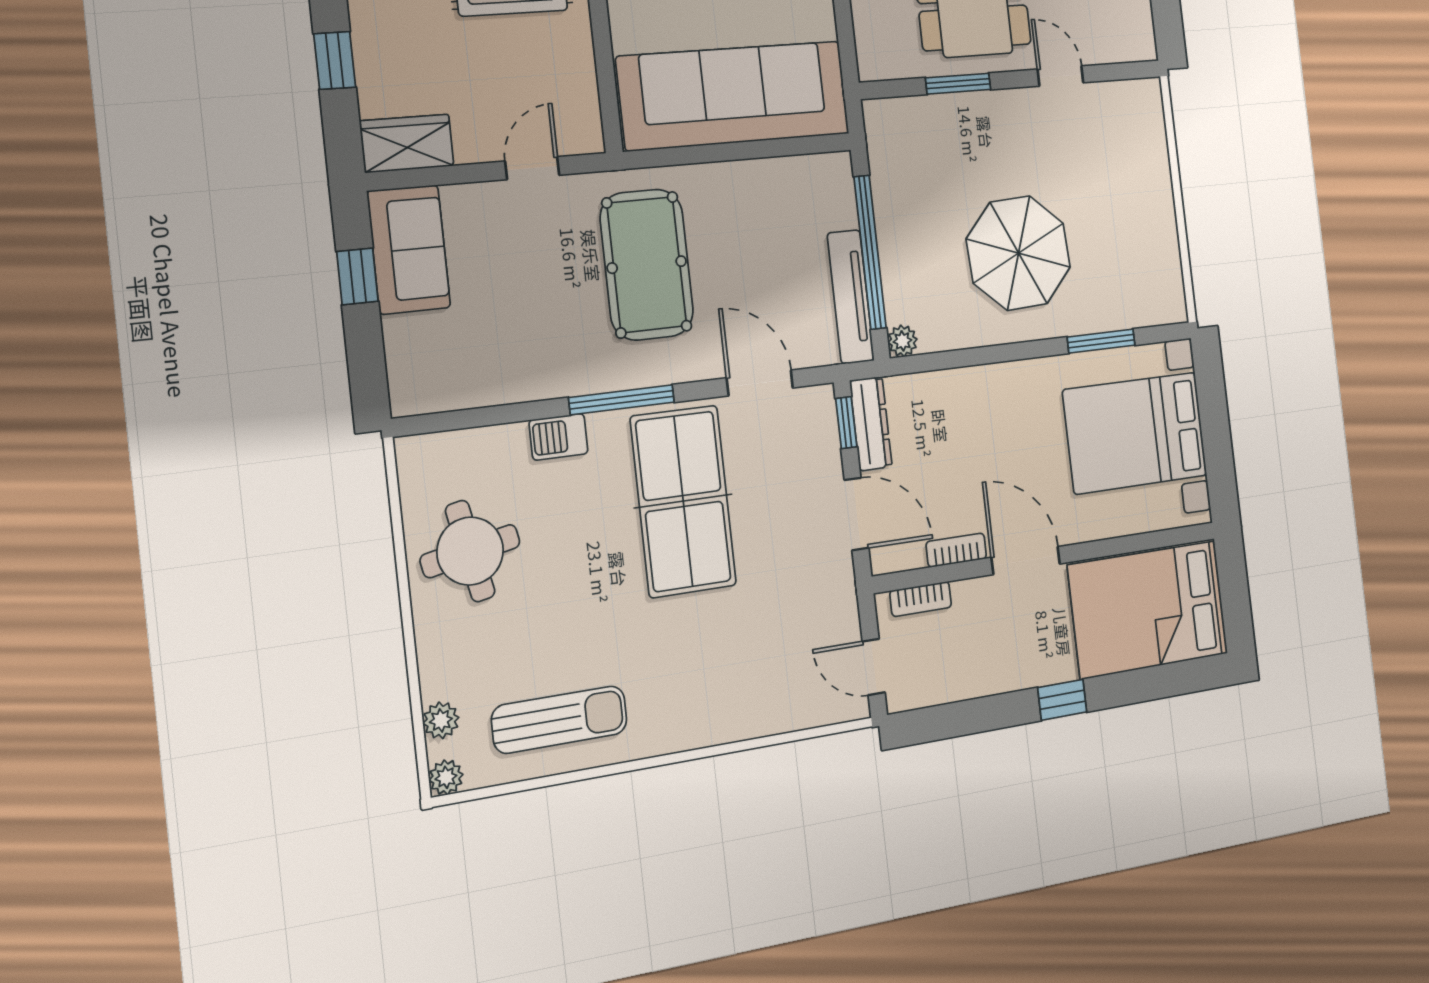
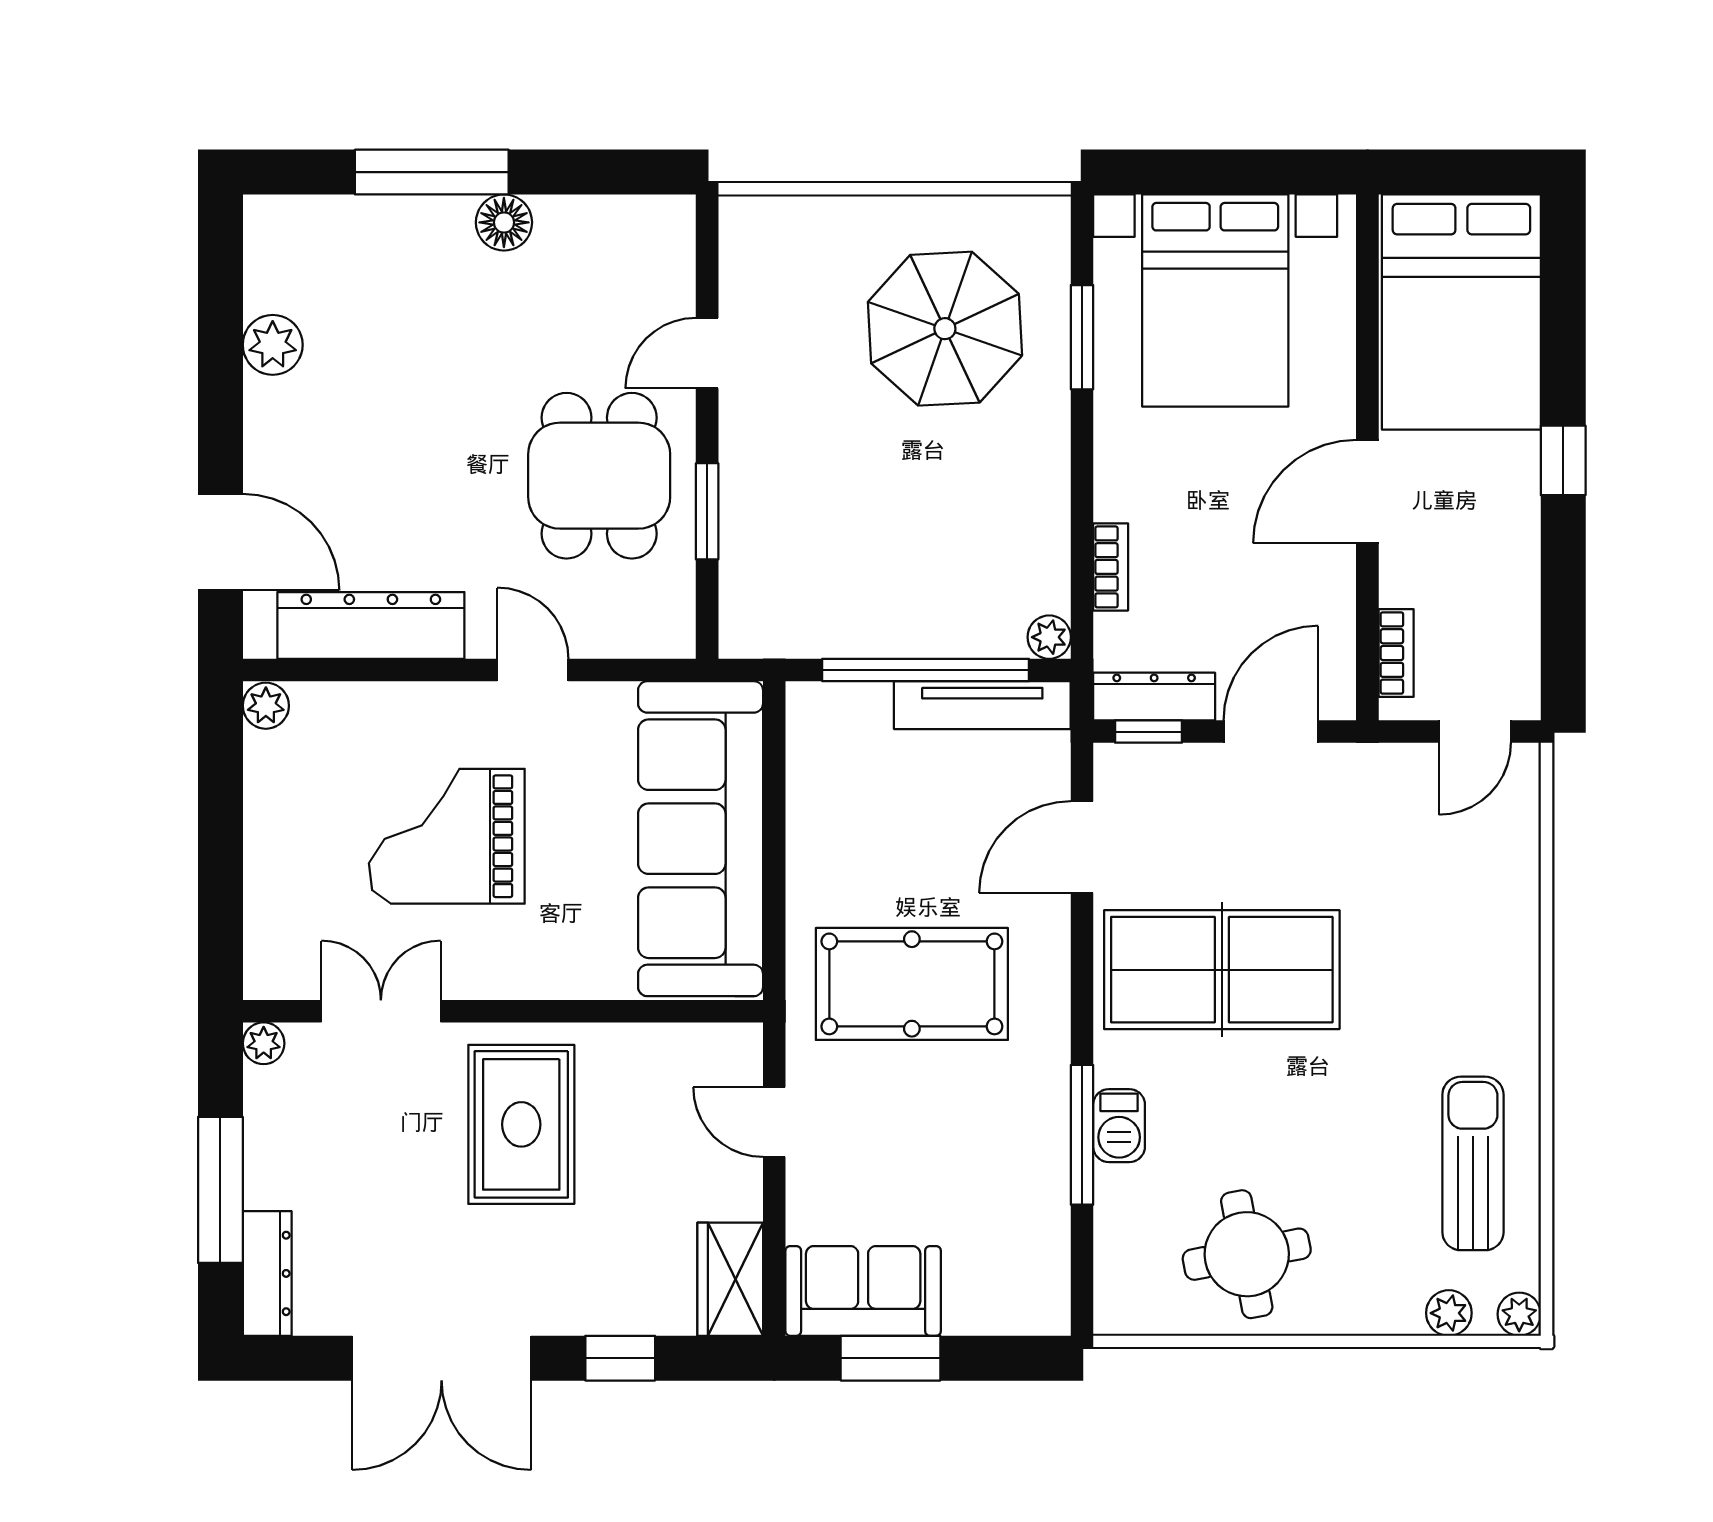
parasol: (1018, 253) -> (945, 329), moved
window: (357, 276) -> (890, 1358), width x1.50
window: (622, 400) -> (1082, 1135), moved
bookcase: (956, 550) -> (1111, 567), moved, turned 180

